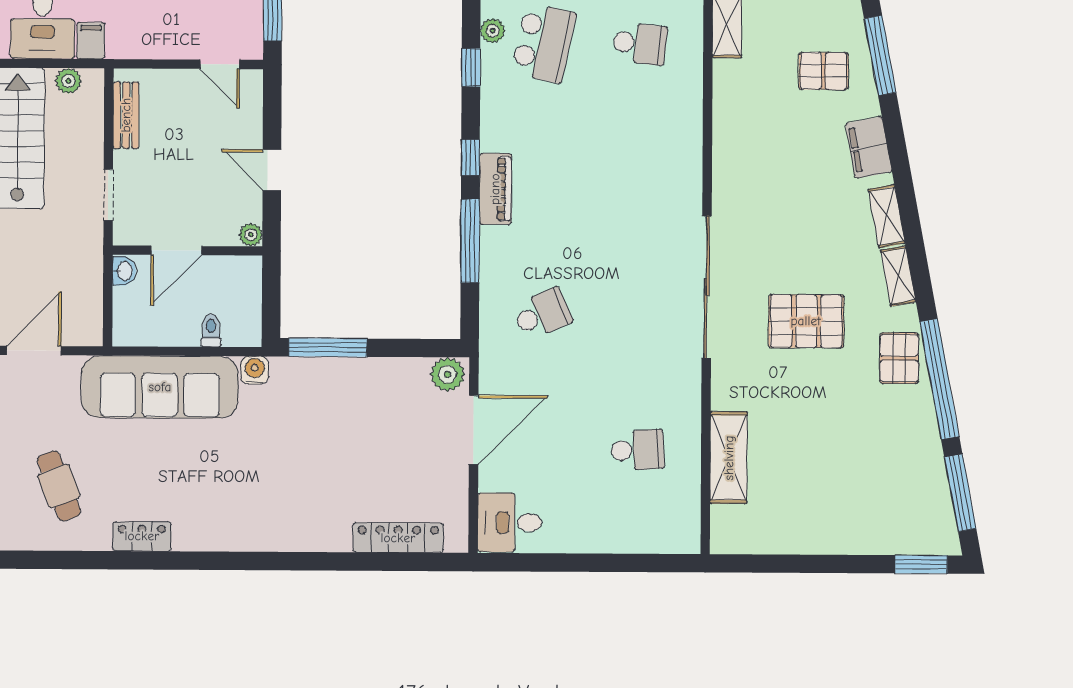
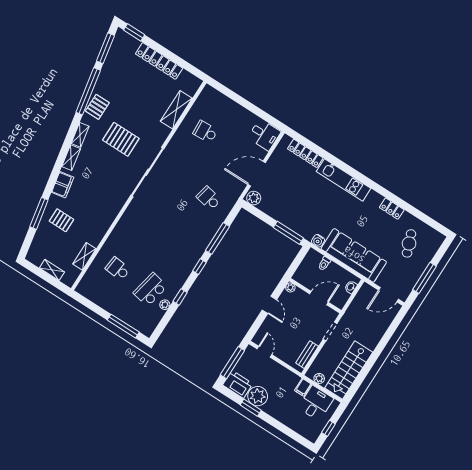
piano: (495, 189) -> (198, 251), removed
washbasin: (124, 271) -> (351, 287), moved
school desk: (542, 314) -> (209, 198), turned 36
kitchen unit: (282, 533) -> (344, 180), added
locker: (830, 537) -> (159, 61), added

